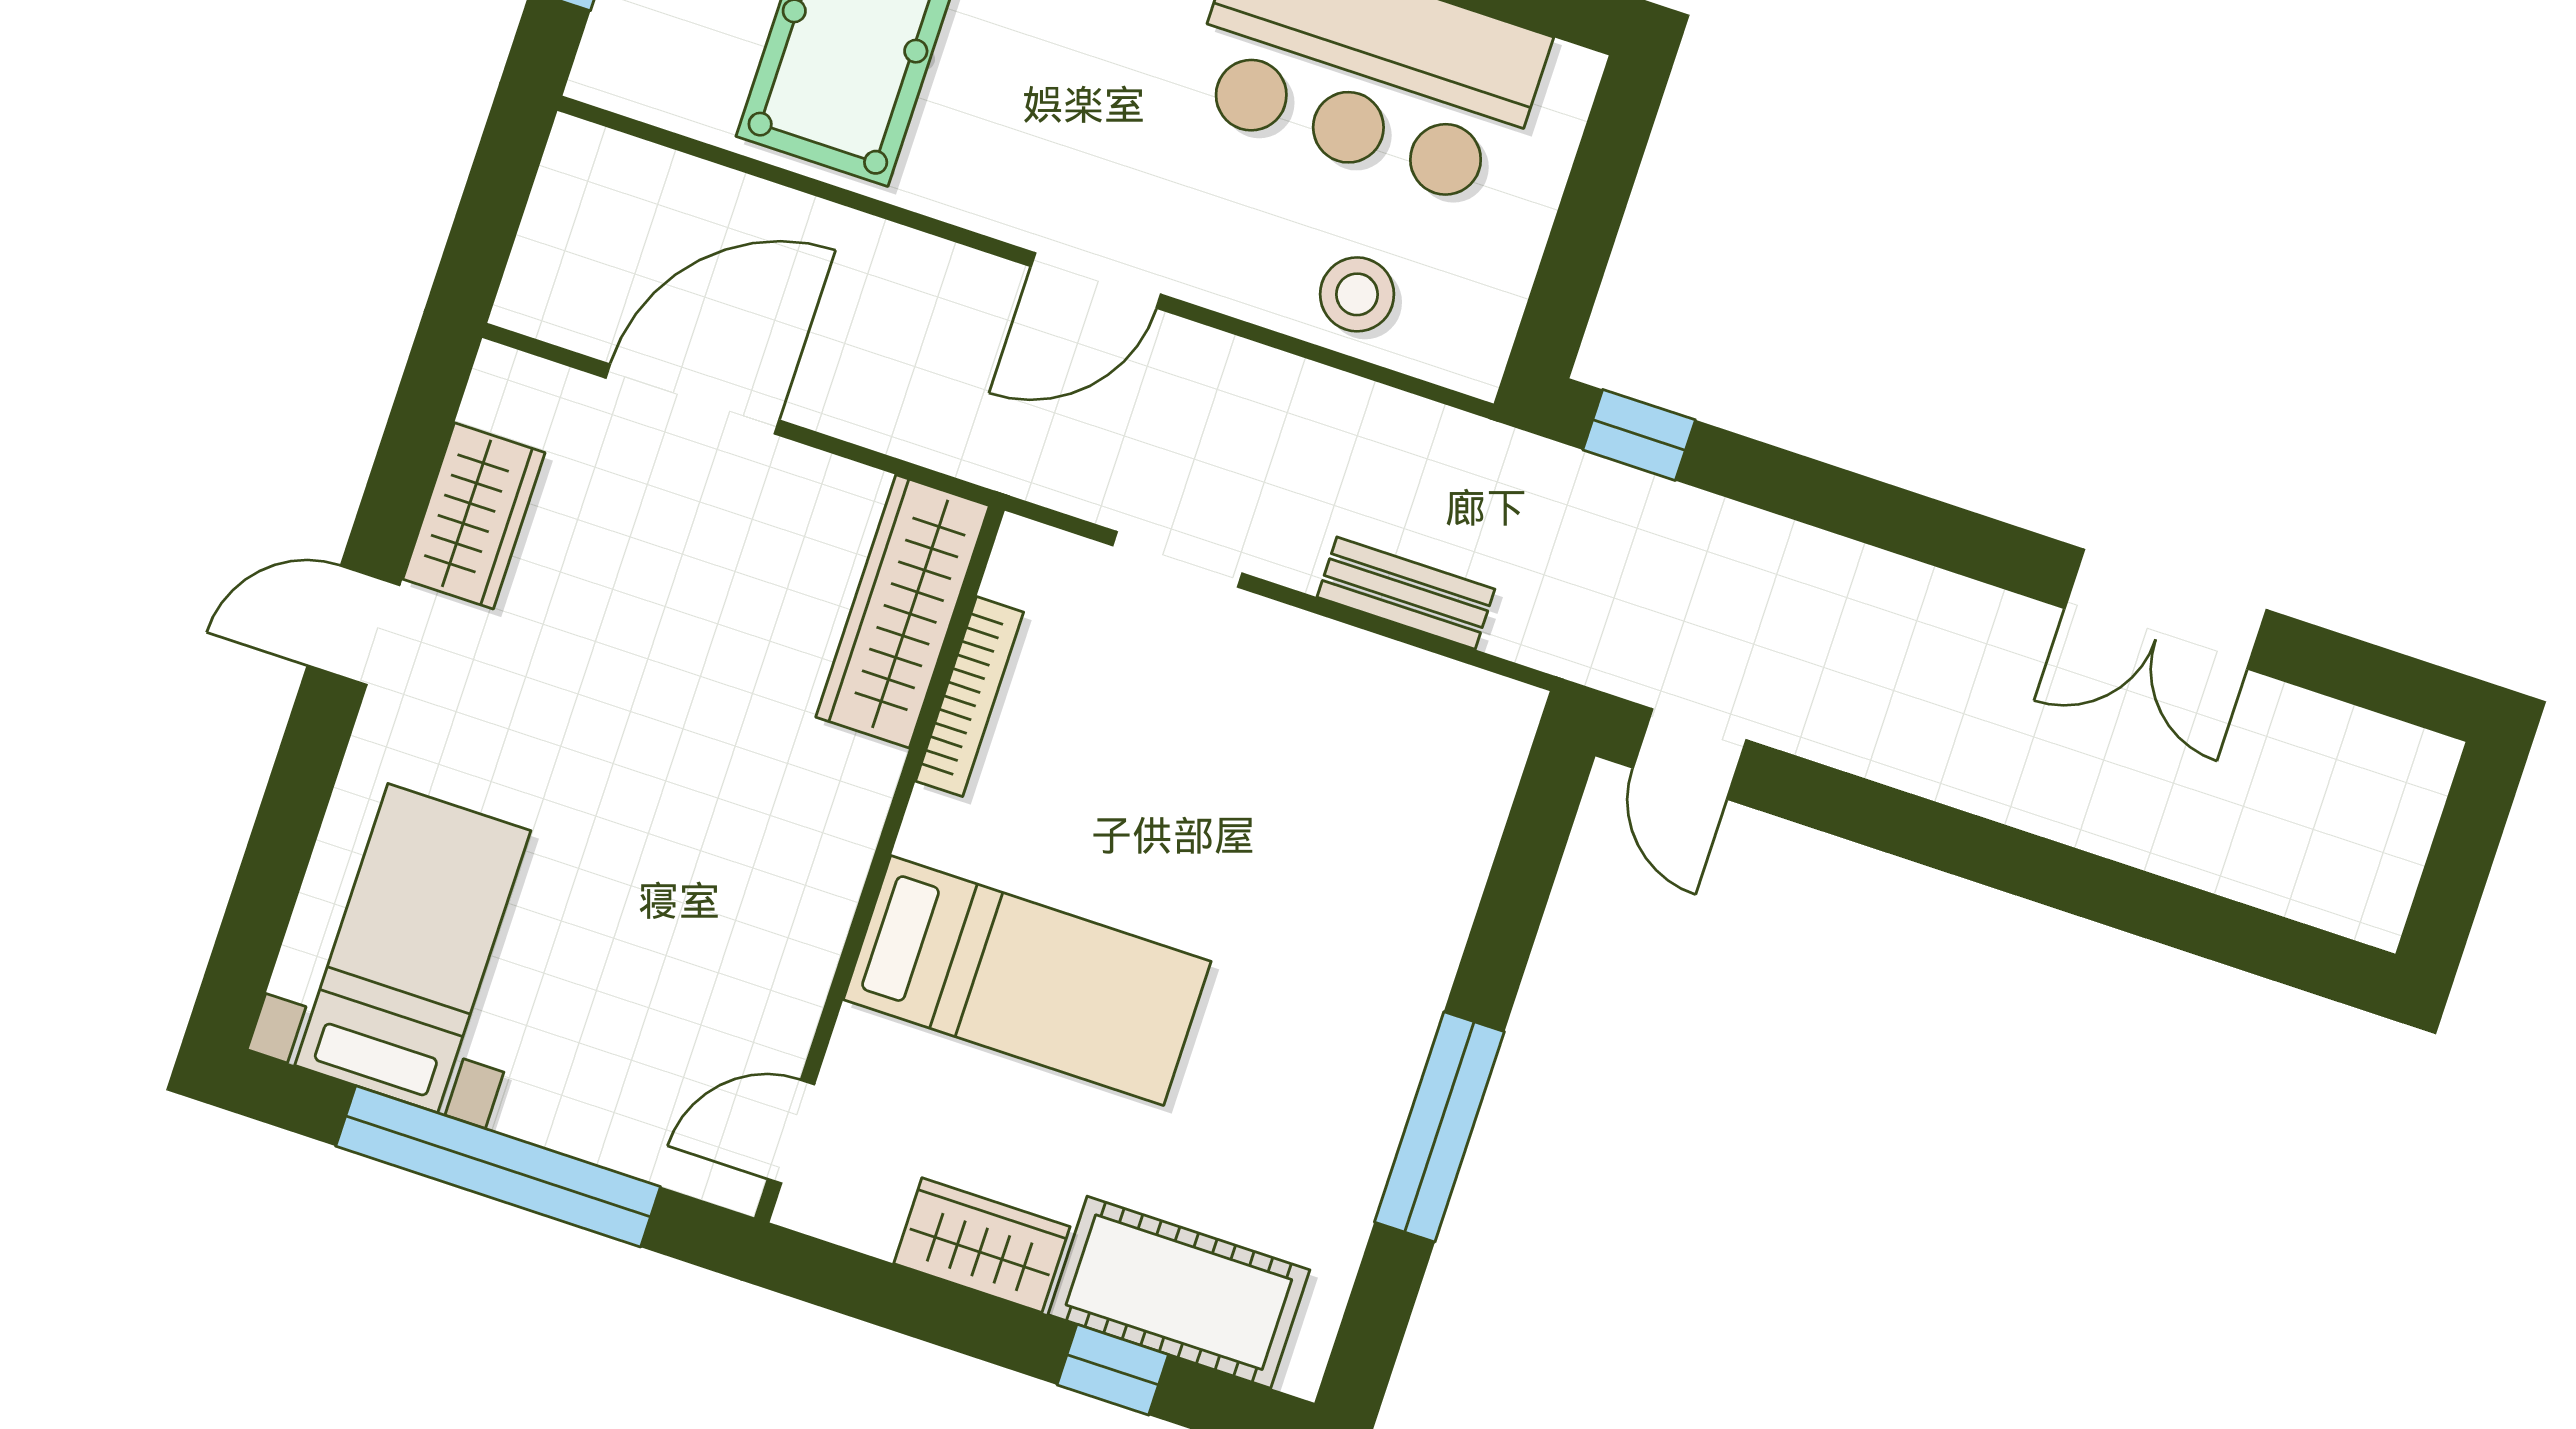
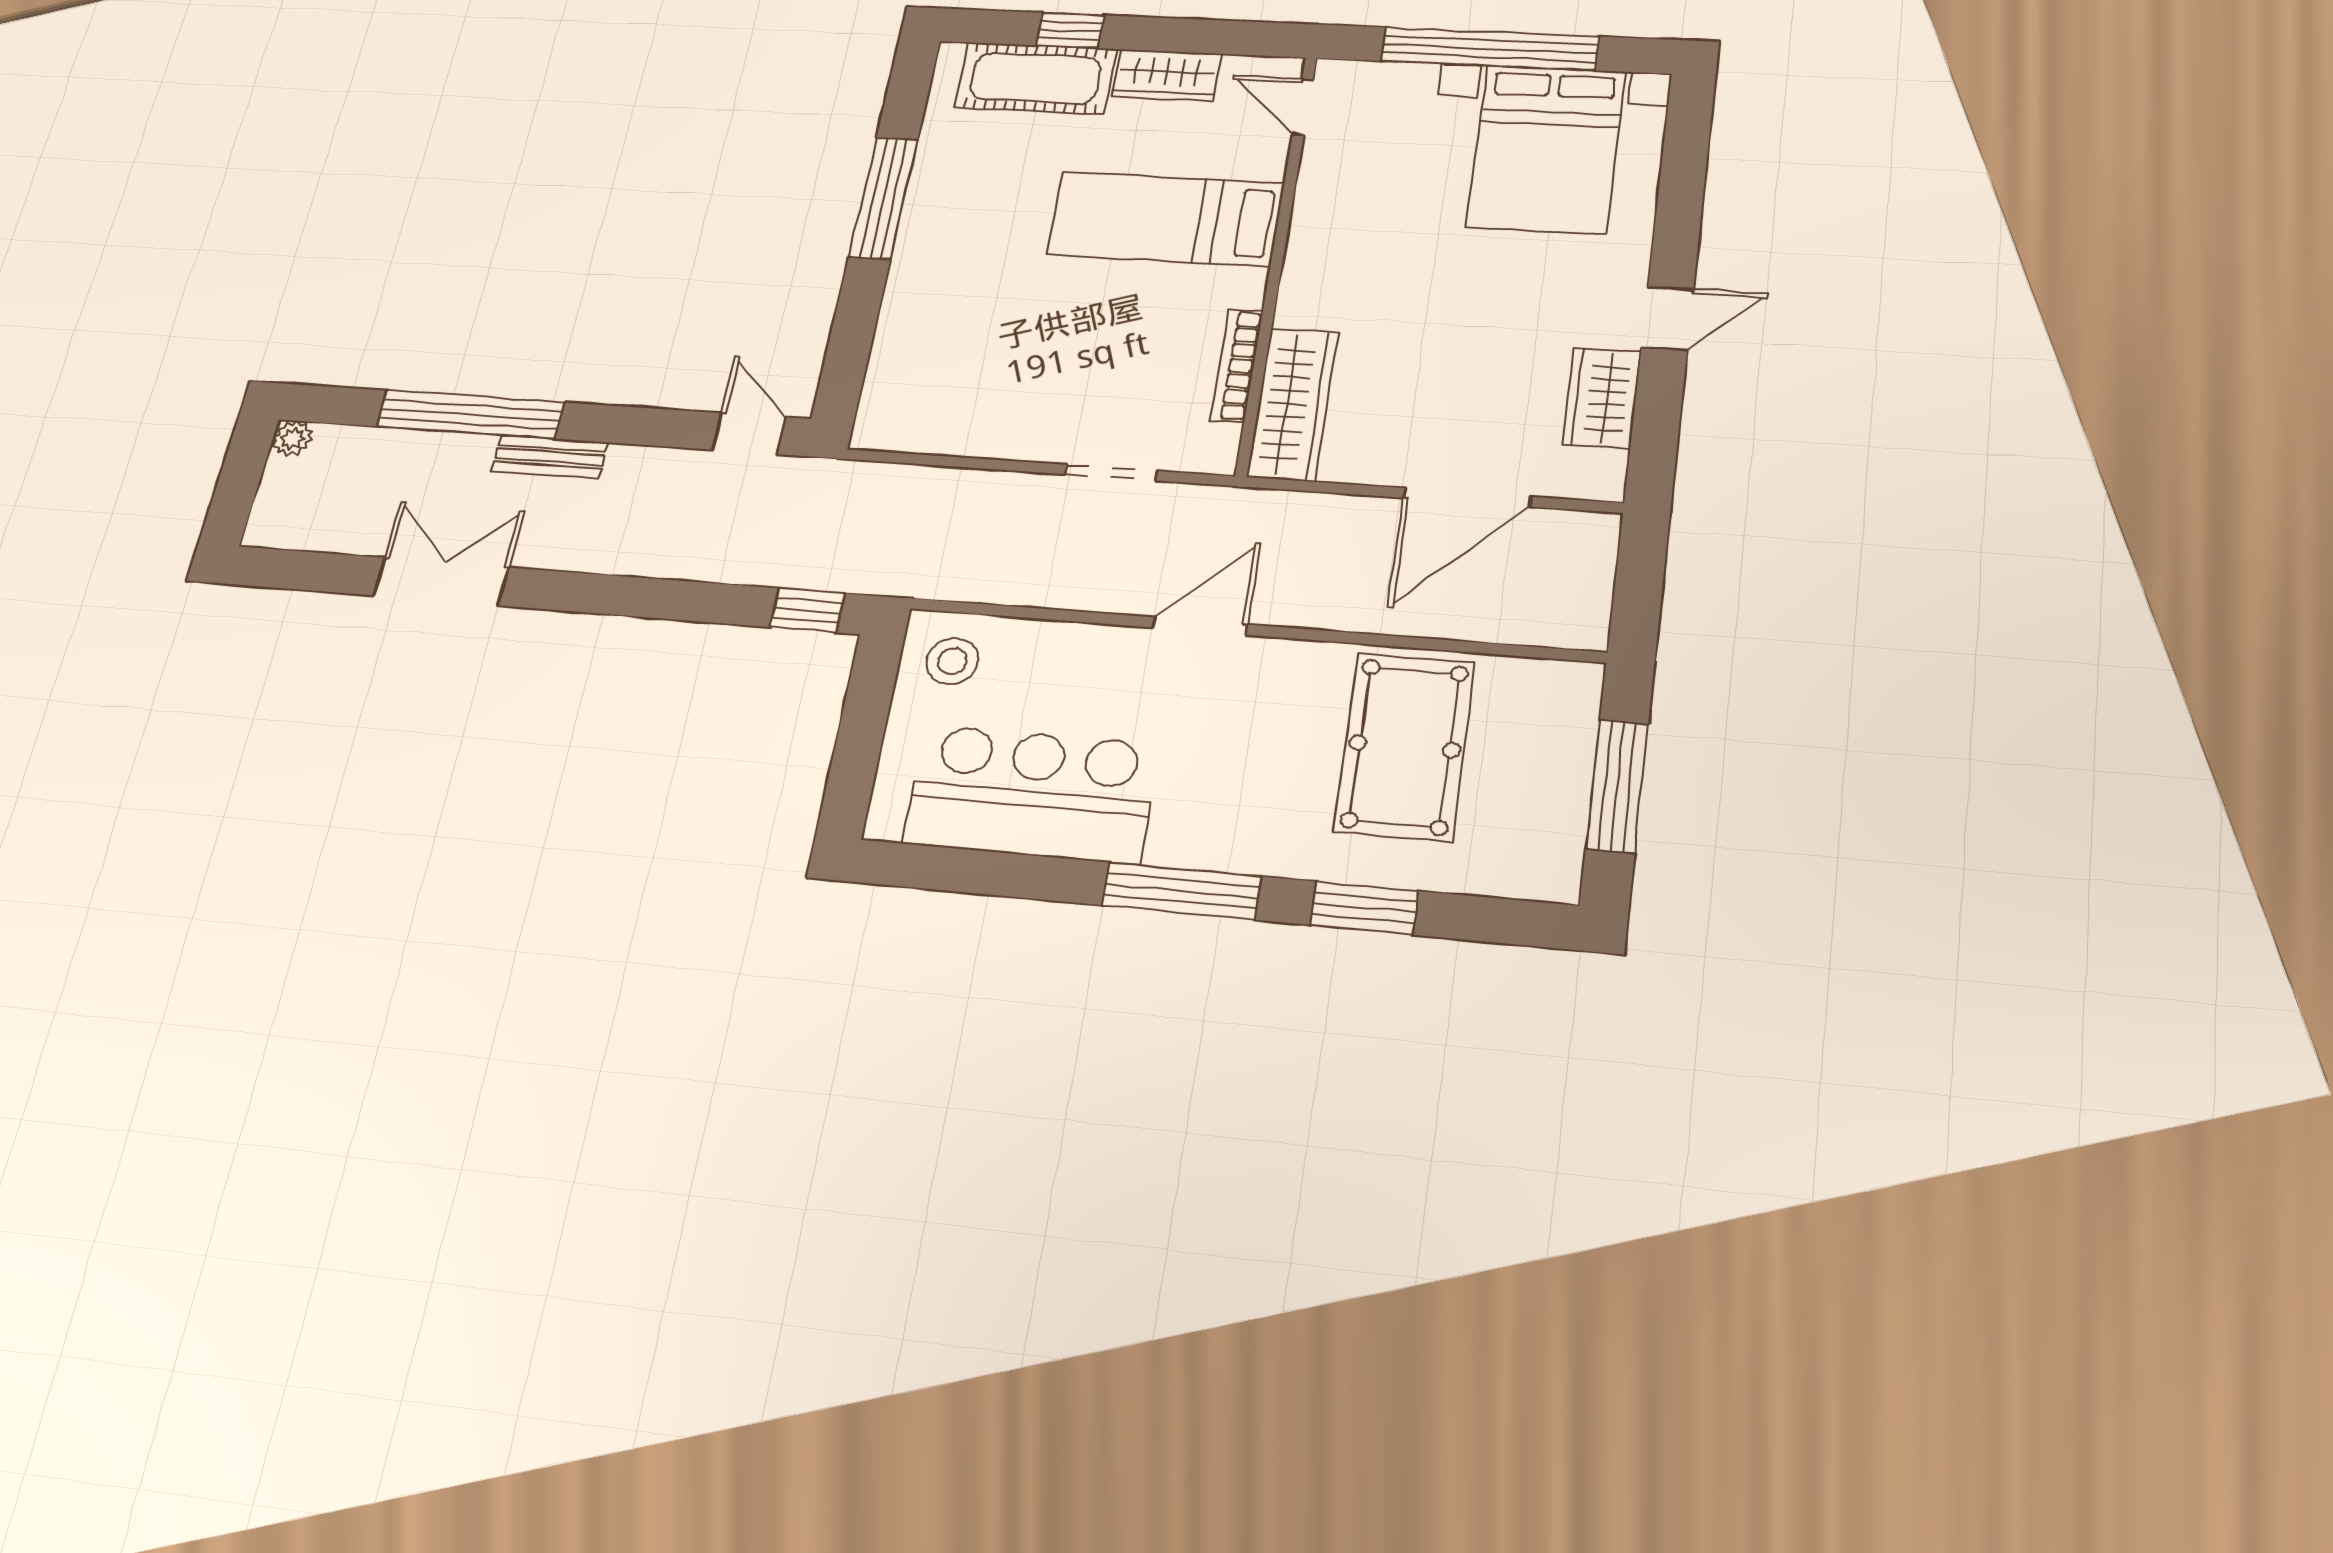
stool: (1357, 294) -> (952, 661), moved
bench: (1406, 593) -> (550, 457), moved
window: (2102, 890) -> (470, 414), added
plant: (2375, 914) -> (292, 438), added
bed with nightstands: (413, 948) -> (1546, 149), width x1.36
door: (791, 1132) -> (1303, 107), swing flipped

